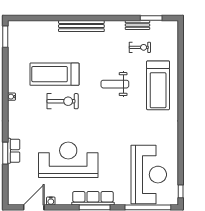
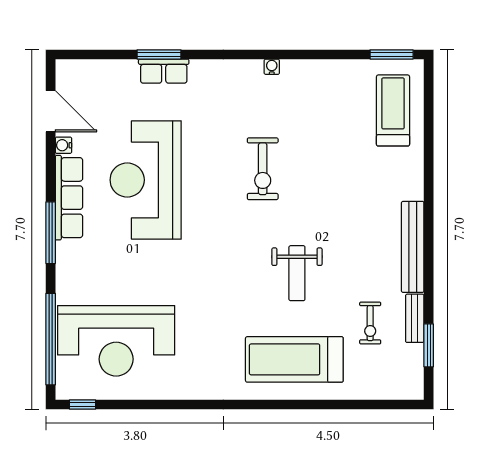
bench: (81, 26) -> (413, 247), moved
treadmill: (54, 74) -> (393, 110), moved, width x0.73, depth x0.73
weight bench: (115, 84) -> (297, 273), turned 180
reception desk: (68, 160) -> (146, 180), turned 180
row of seats: (93, 198) -> (69, 198), moved

